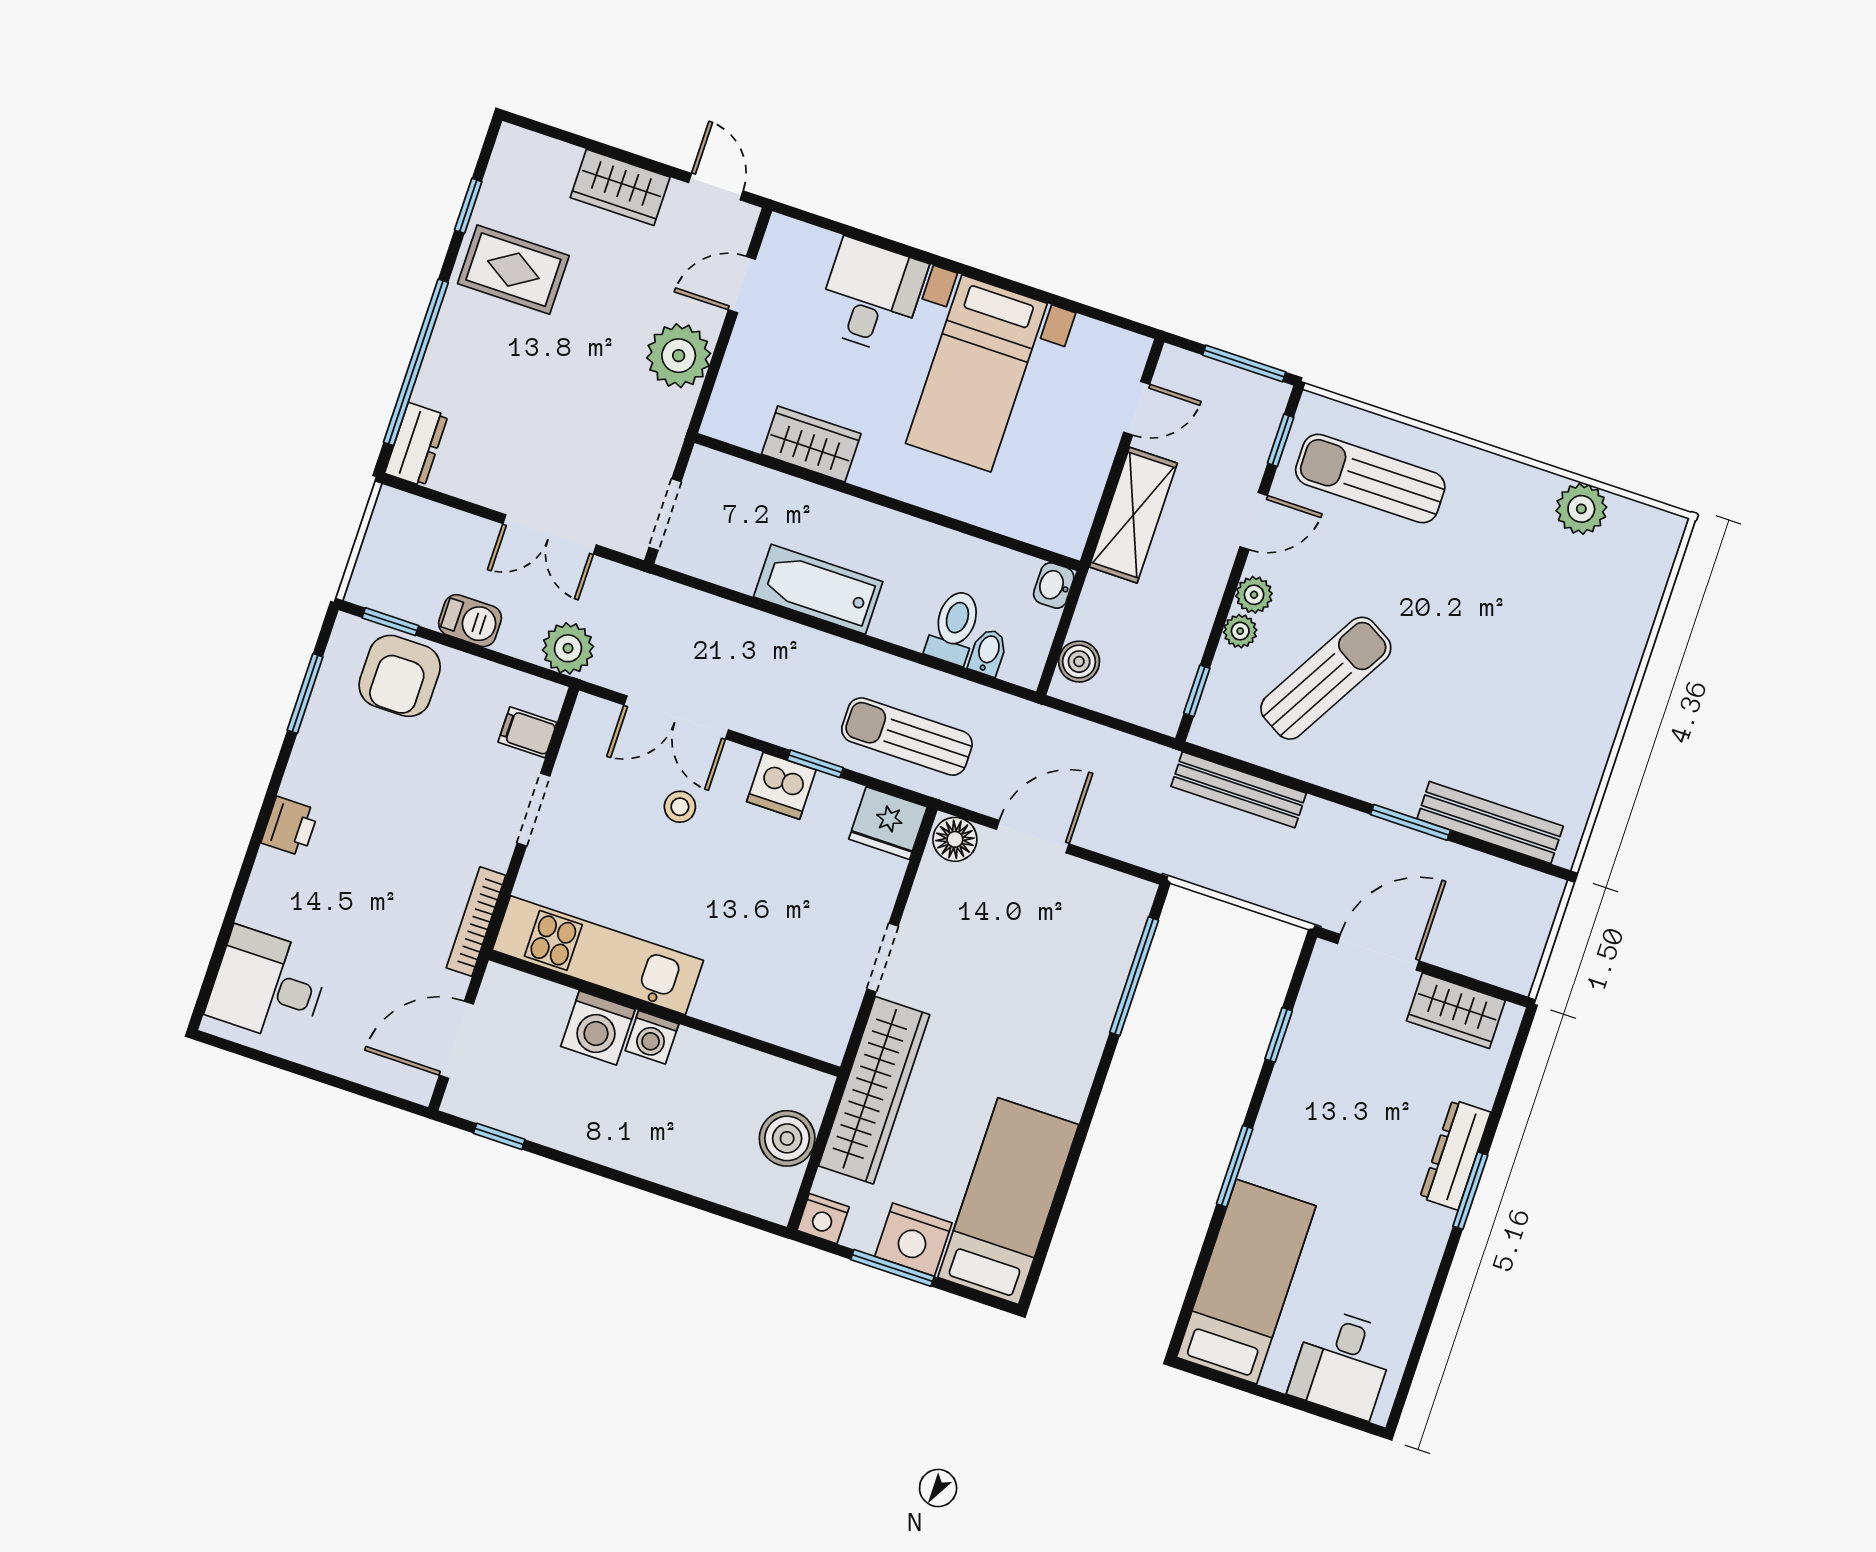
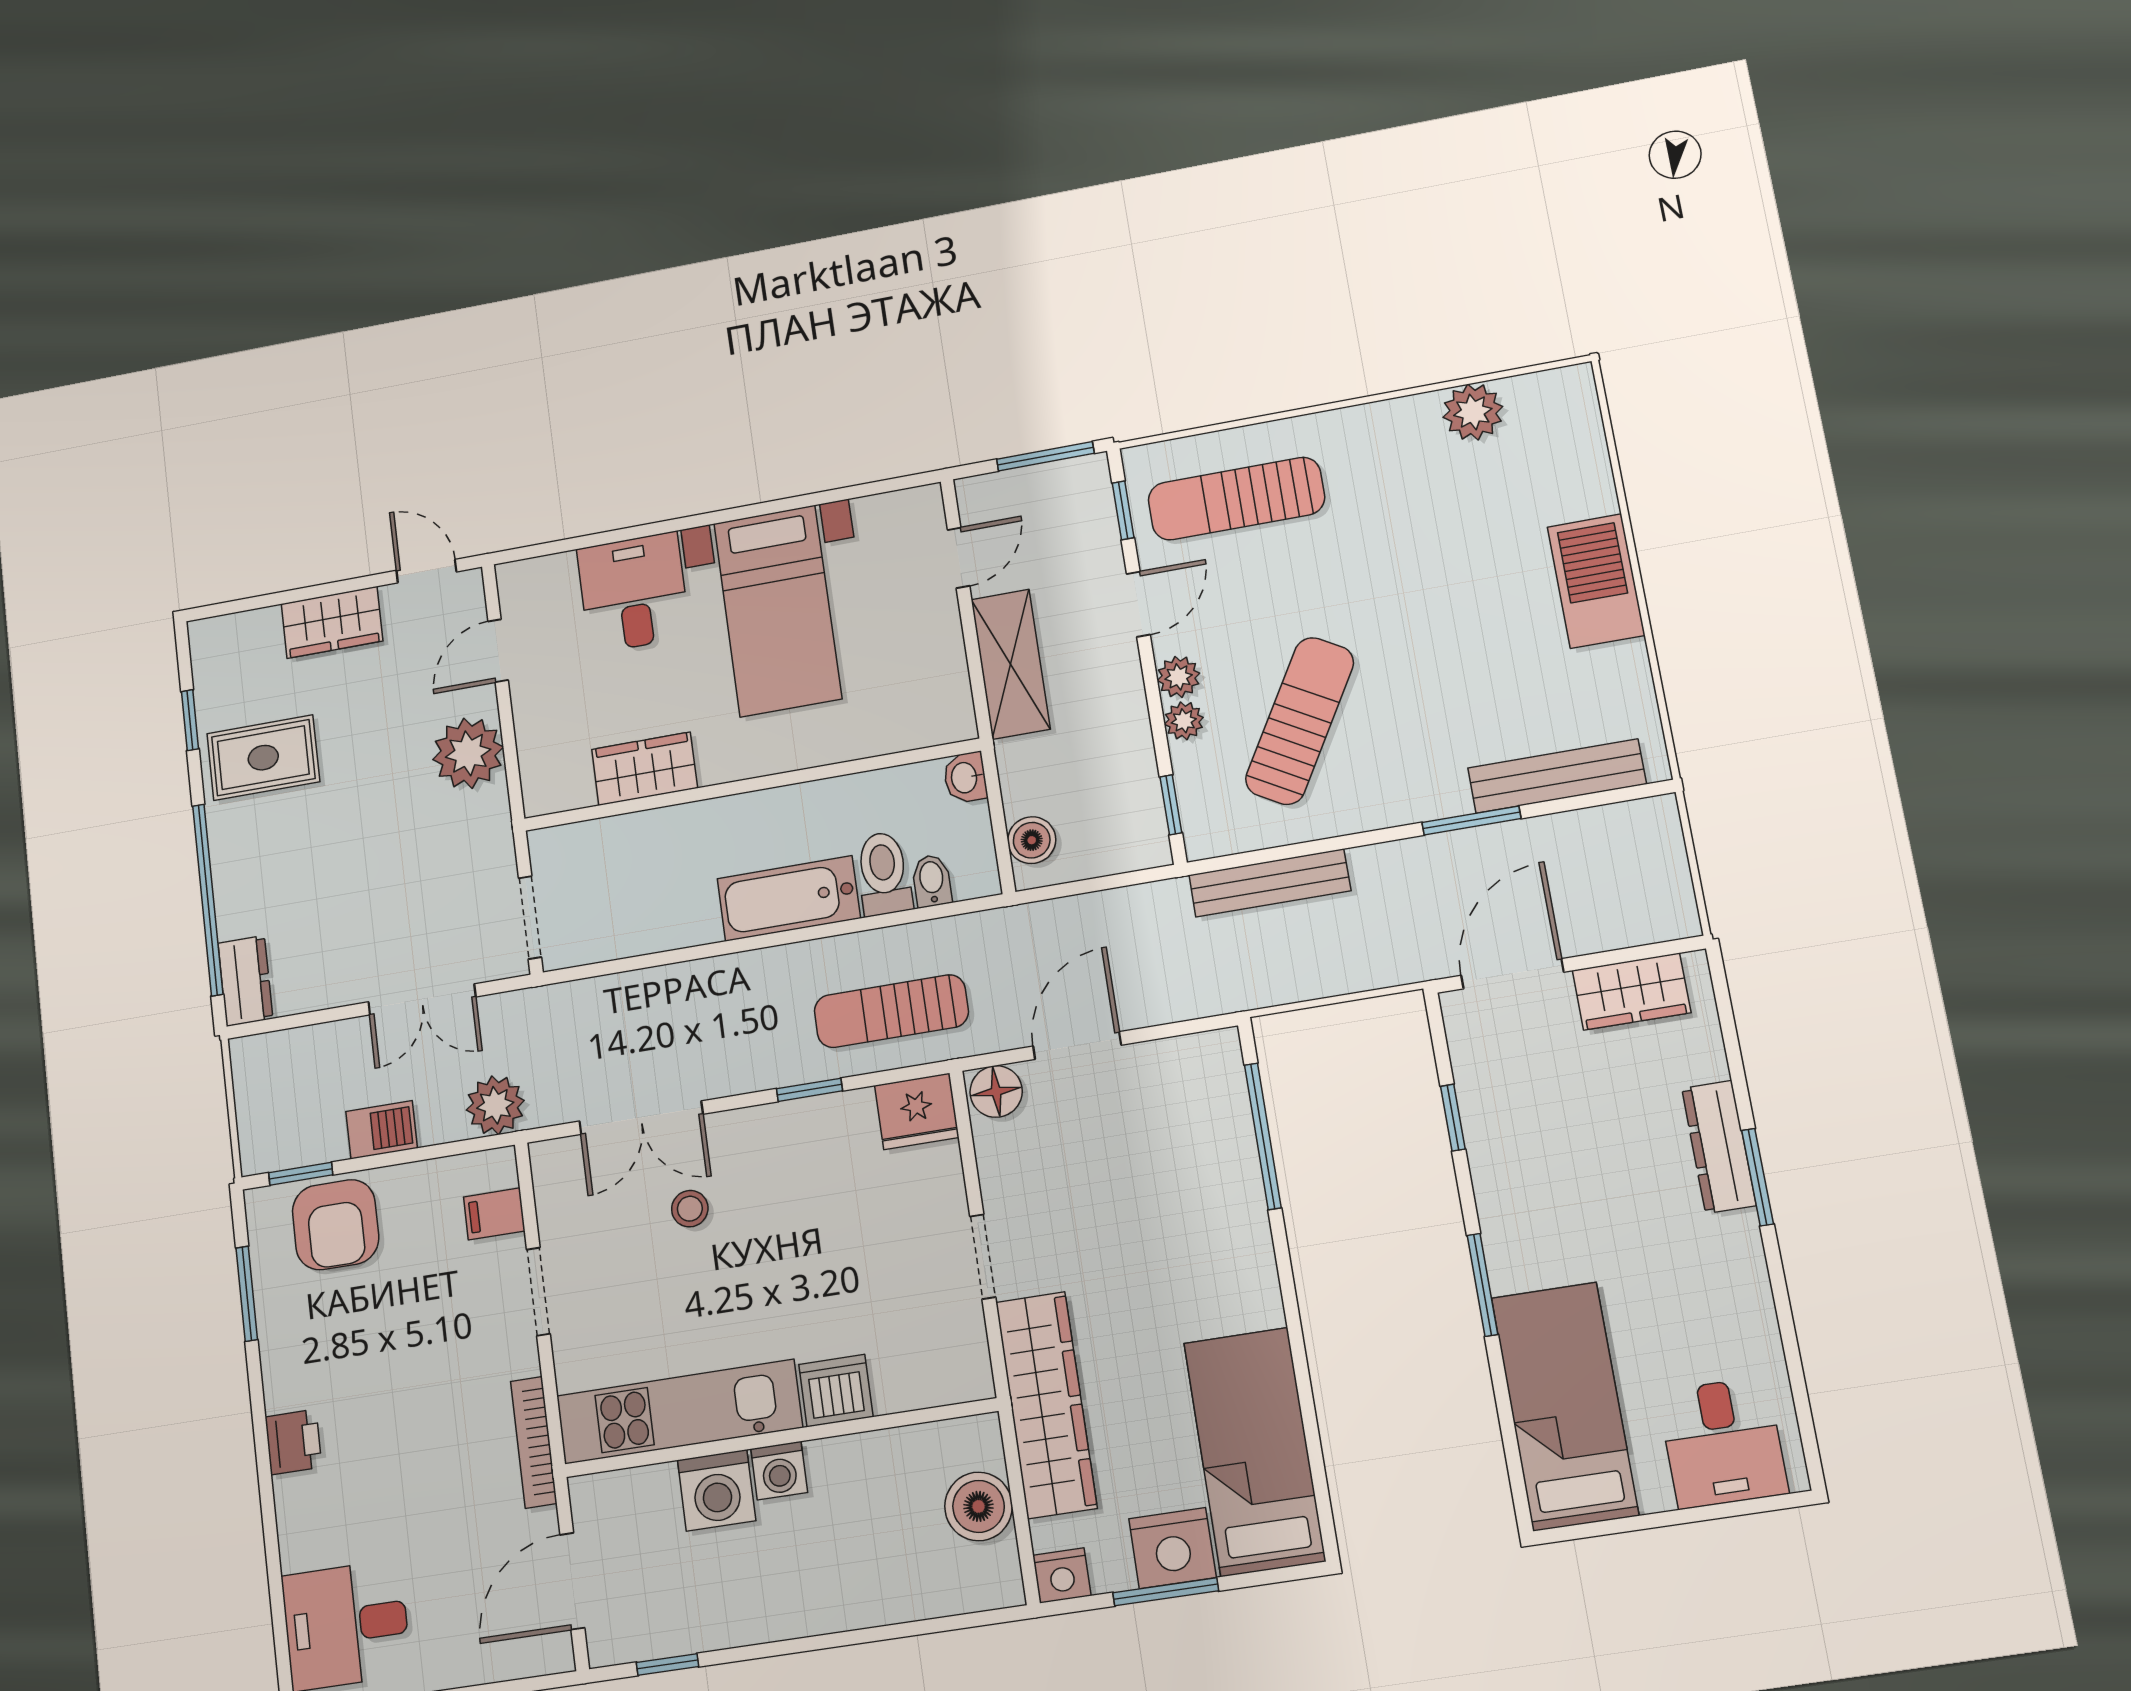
bathtub: (818, 589) -> (789, 898), moved
barbecue: (1599, 690) -> (1596, 581), added
dishwasher: (781, 786) -> (836, 1391), moved, turned 180

